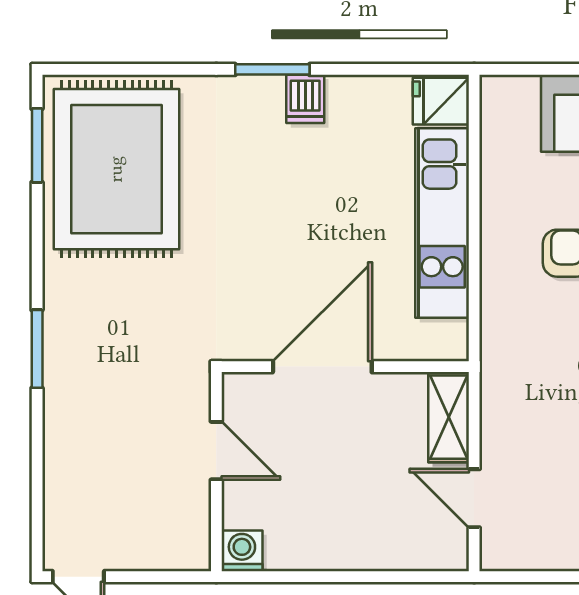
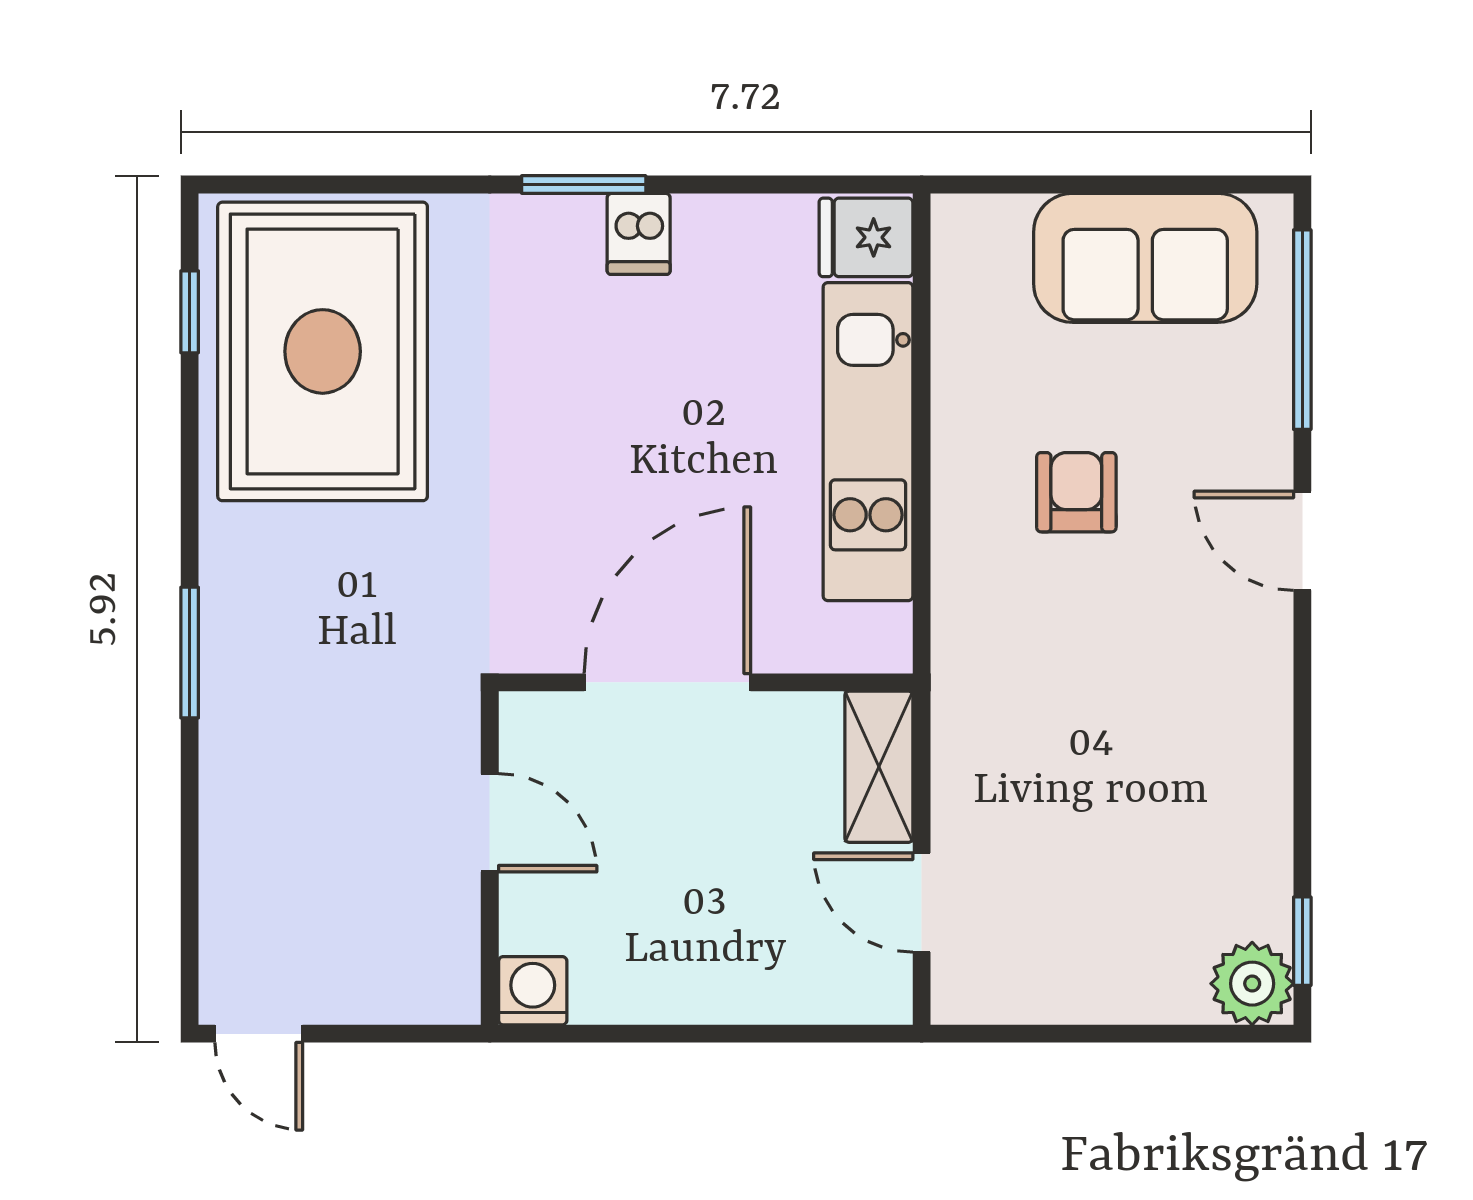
window: (37, 145) -> (190, 312), width x0.67

